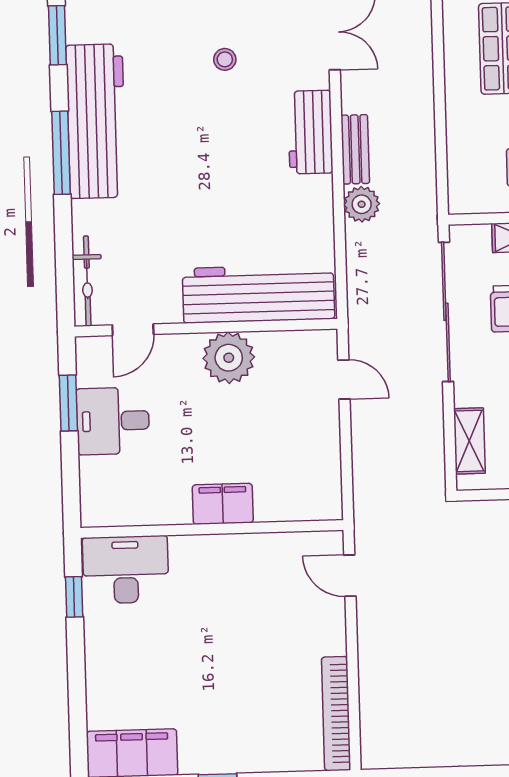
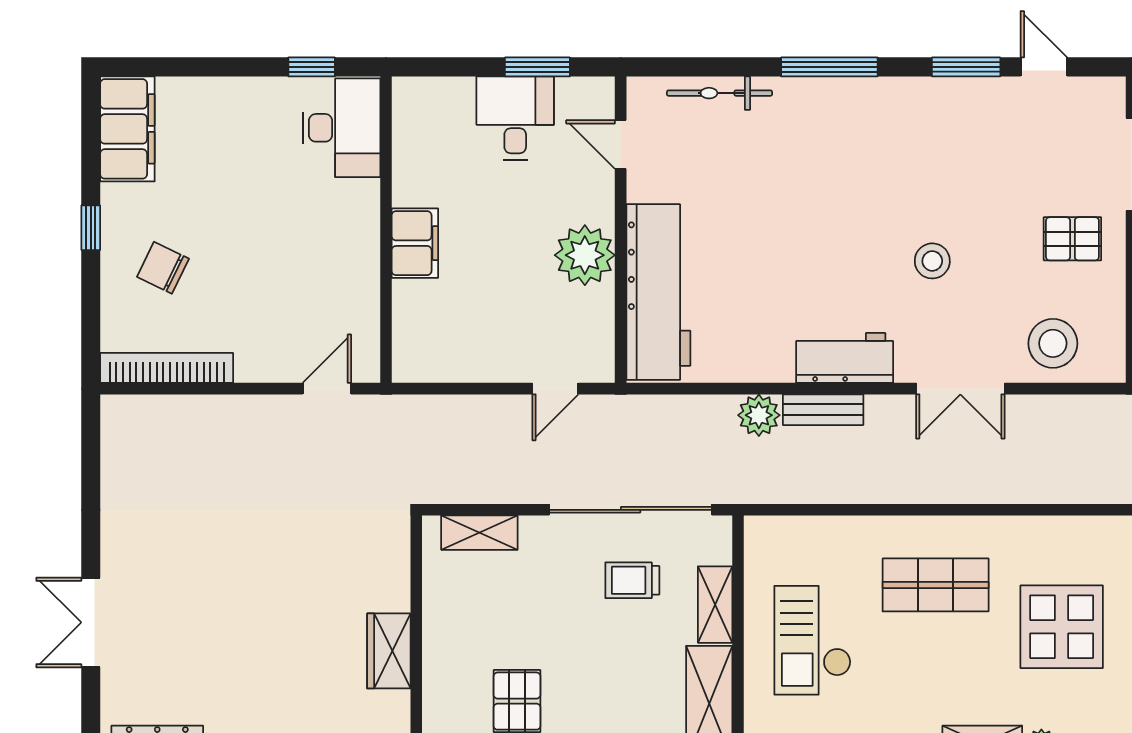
stool: (225, 59) -> (932, 261), width x1.37, depth x1.37
workbench: (96, 121) -> (865, 109), removed
bicycle: (87, 281) -> (720, 93), moved
chair: (250, 719) -> (163, 268), added

